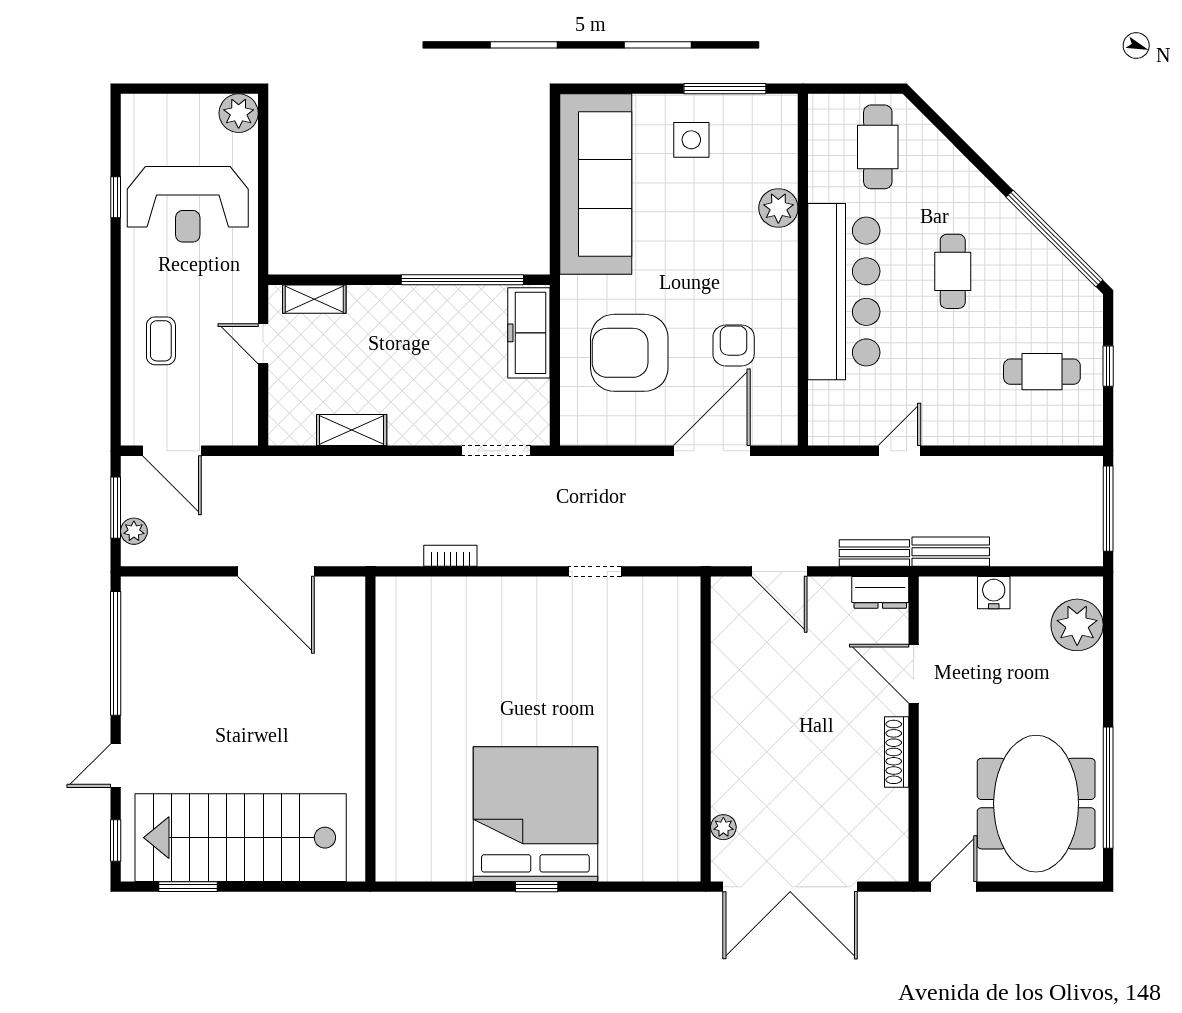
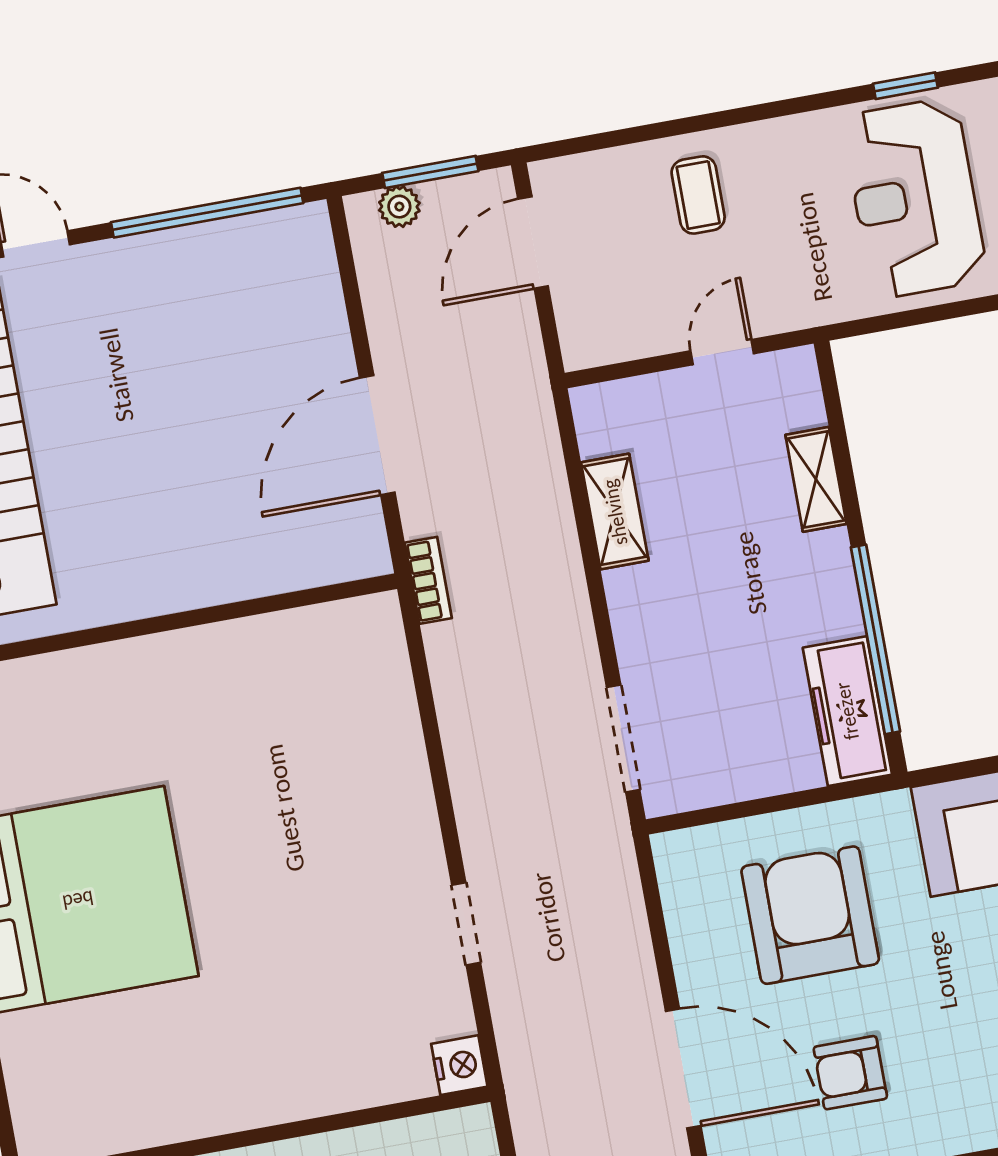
shelving: (314, 299) -> (816, 479), moved
freezer: (529, 333) -> (847, 711), moved, turned -90
coffee table: (161, 341) -> (698, 195), turned 90
armchair: (734, 345) -> (850, 1073), turned 180
bookcase: (450, 556) -> (428, 580), moved
nightstand: (684, 592) -> (459, 1065), added

